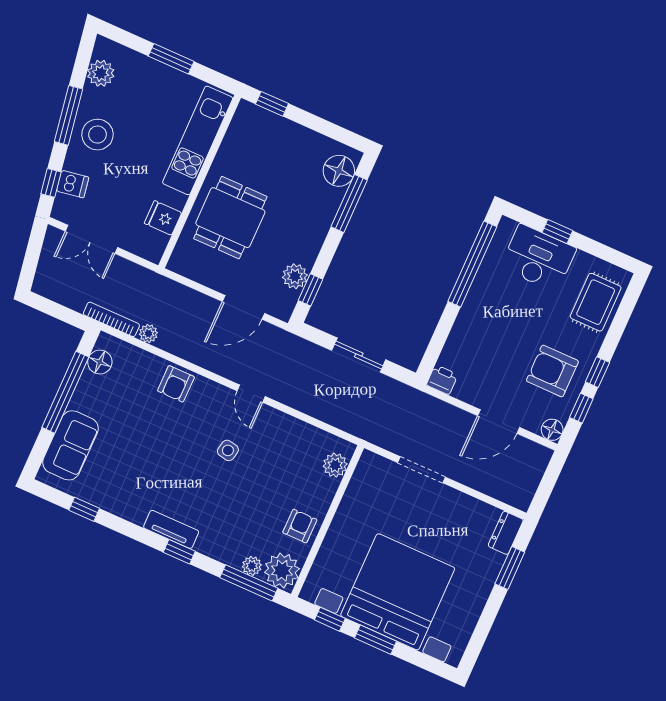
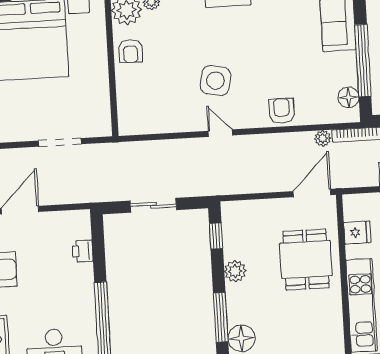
plant: (295, 276) -> (235, 271), moved
door: (243, 307) -> (312, 193), moved
printer: (442, 380) -> (83, 251), moved, turned 90
side table: (228, 450) -> (216, 81), width x1.87, depth x1.87
plant: (335, 465) -> (128, 112), removed

